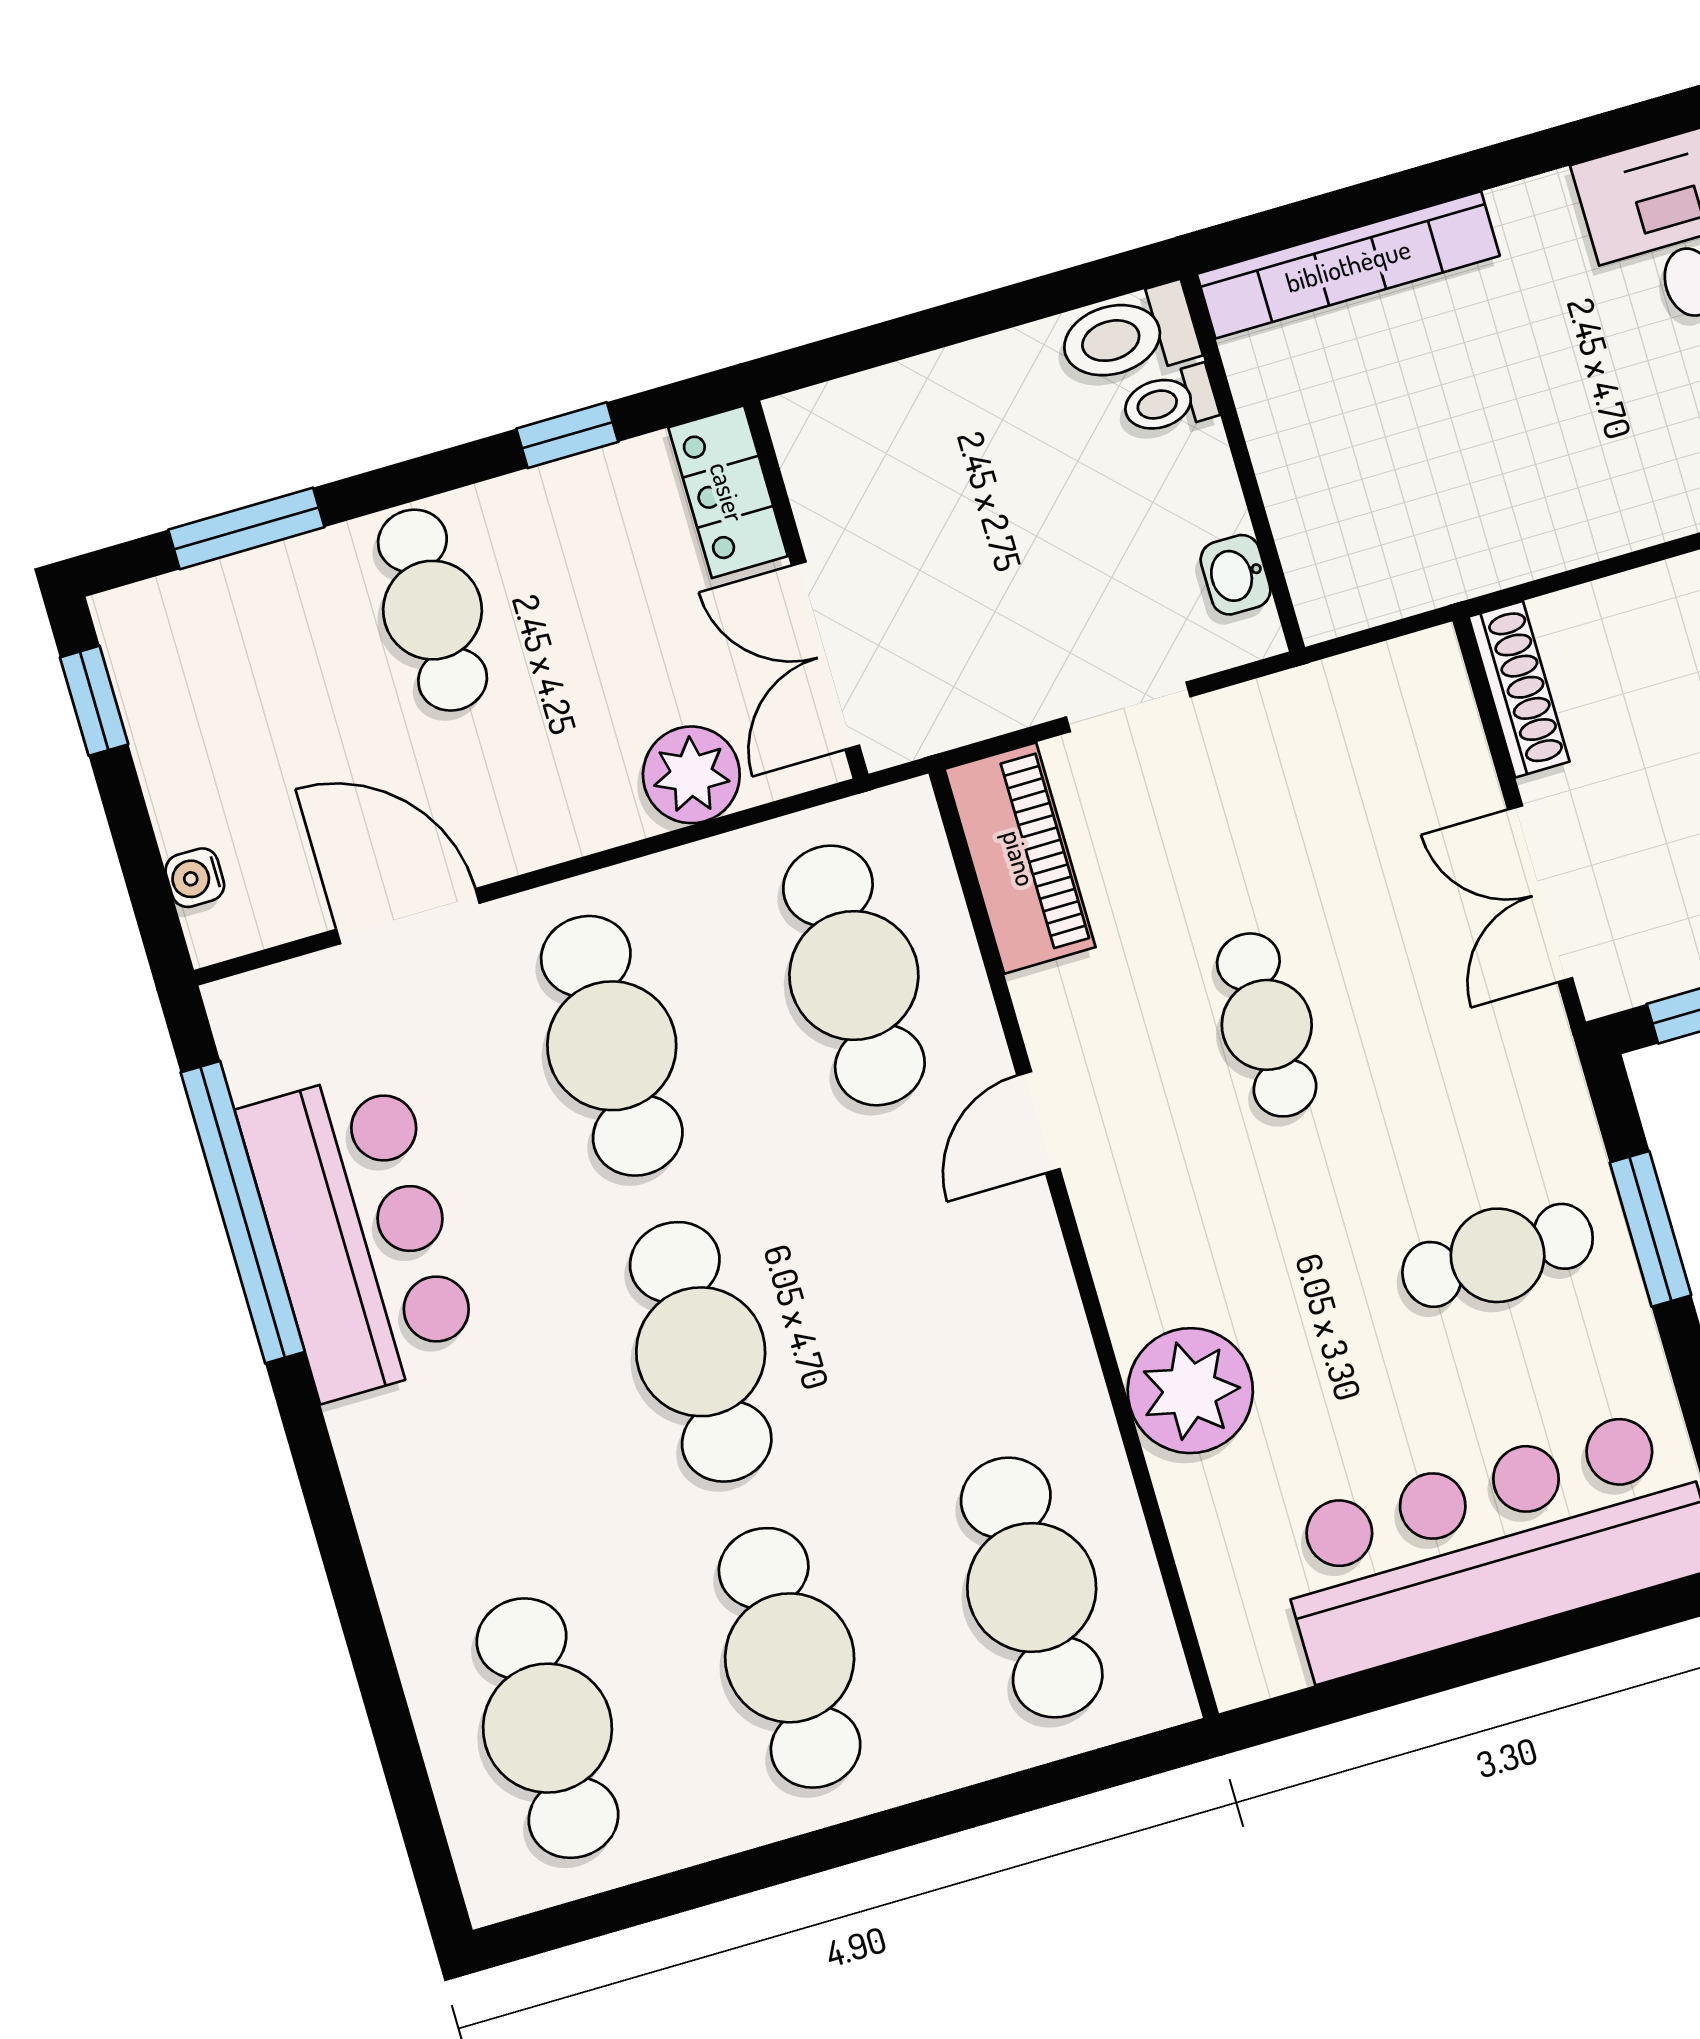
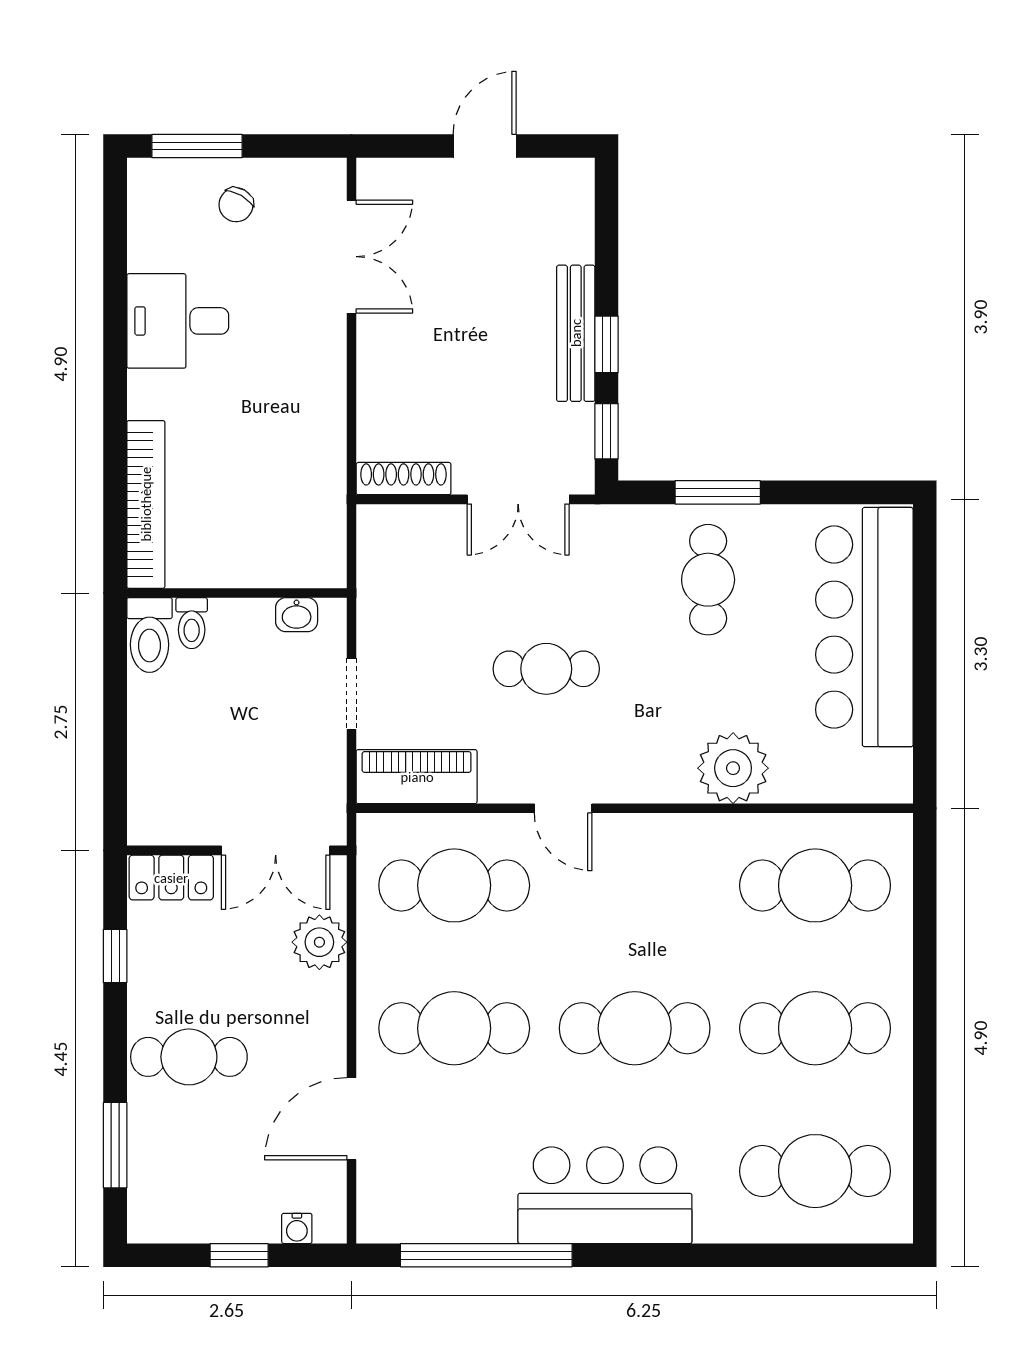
window: (94, 701) -> (239, 1255), moved
bar counter: (359, 1233) -> (605, 1195), moved

